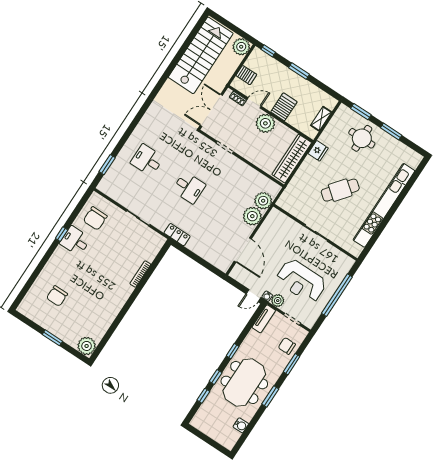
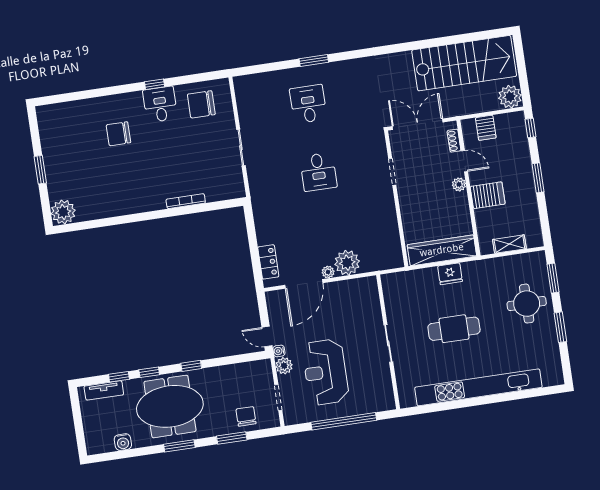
plant: (265, 123) -> (459, 184), width x0.53, depth x0.53
fridge: (318, 151) -> (450, 274), moved
window: (107, 165) -> (314, 60), moved
cafe table: (340, 190) -> (454, 329), turned -38
plant: (263, 201) -> (328, 272), moved, width x0.53, depth x0.53
locker: (177, 235) -> (268, 262), moved
chair: (57, 296) -> (118, 134), moved
tv unit: (264, 319) -> (104, 390), moved

